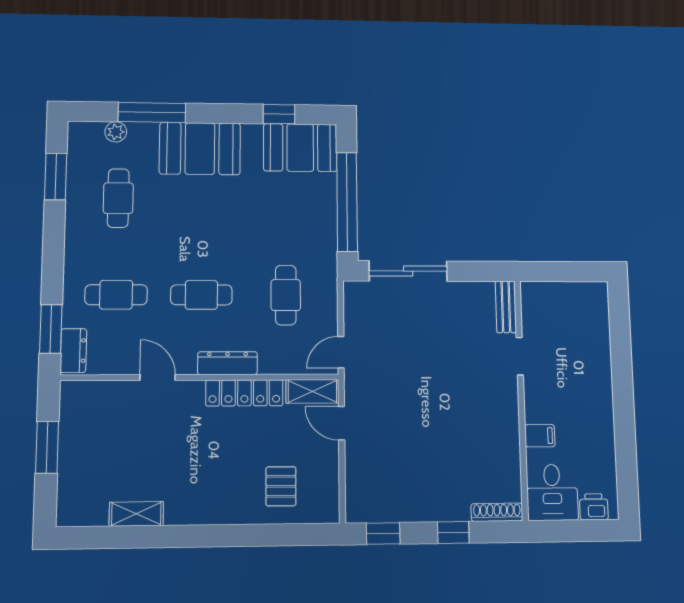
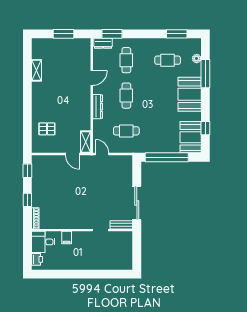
sliding door: (408, 271) -> (137, 203), moved
locker: (244, 393) -> (85, 114), removed
door: (342, 423) -> (72, 154), swing flipped

